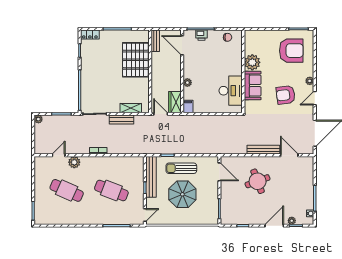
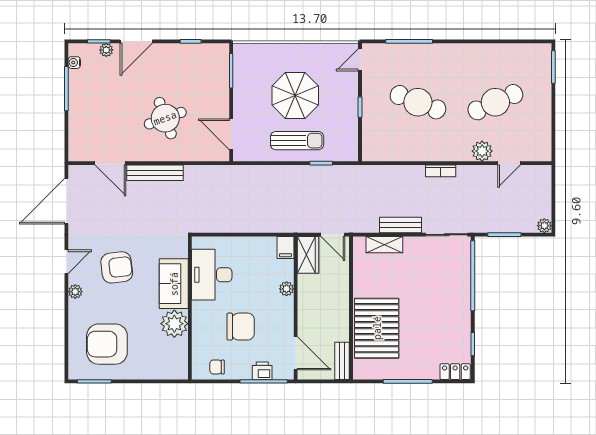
chair: (214, 61) -> (241, 327), added
bench: (151, 177) -> (349, 126), removed
cafe table: (67, 190) -> (495, 102), turned -48

